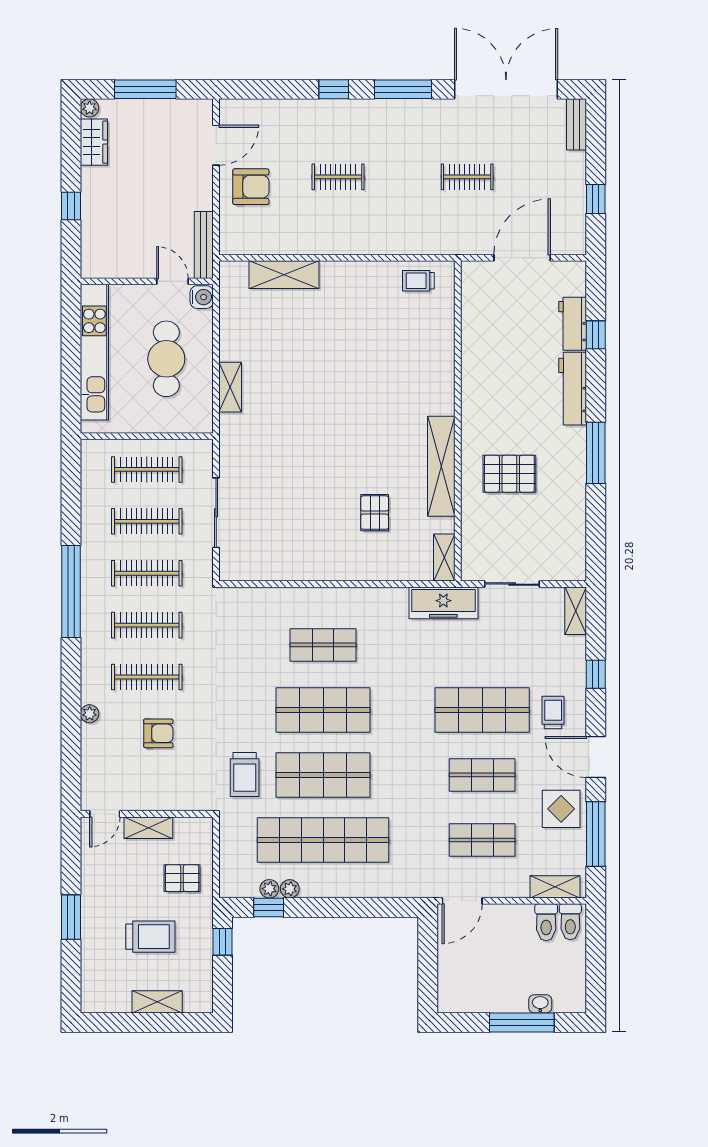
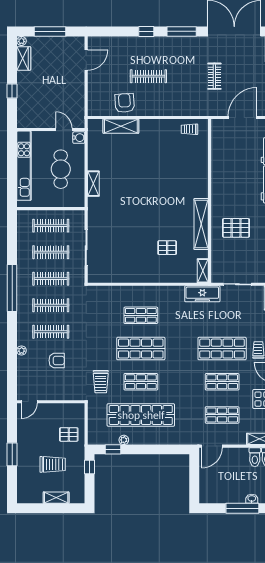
clothes rail: (338, 177) -> (148, 76), width x1.36
clothes rail: (467, 177) -> (214, 76), turned 90
armchair: (251, 187) -> (125, 103), moved, turned -94
bench: (204, 245) -> (80, 111), removed
pallet: (375, 513) -> (167, 248), turned 90
shop shelf: (323, 775) -> (141, 382), width x0.70, depth x0.74
shelving: (148, 828) -> (52, 409), removed
plant: (269, 889) -> (113, 440), removed

